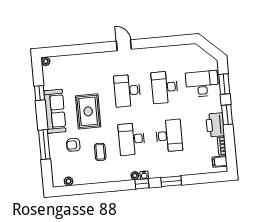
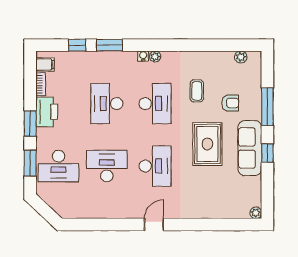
door: (124, 45) -> (154, 225), swing flipped
desk: (165, 87) -> (107, 166), turned -90
window: (40, 93) -> (267, 153), moved
window: (142, 184) -> (77, 45), moved

